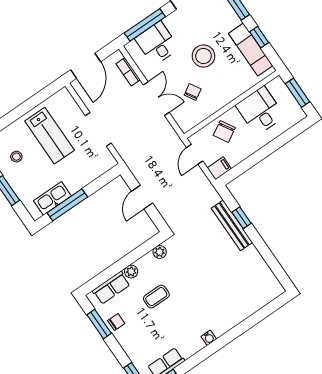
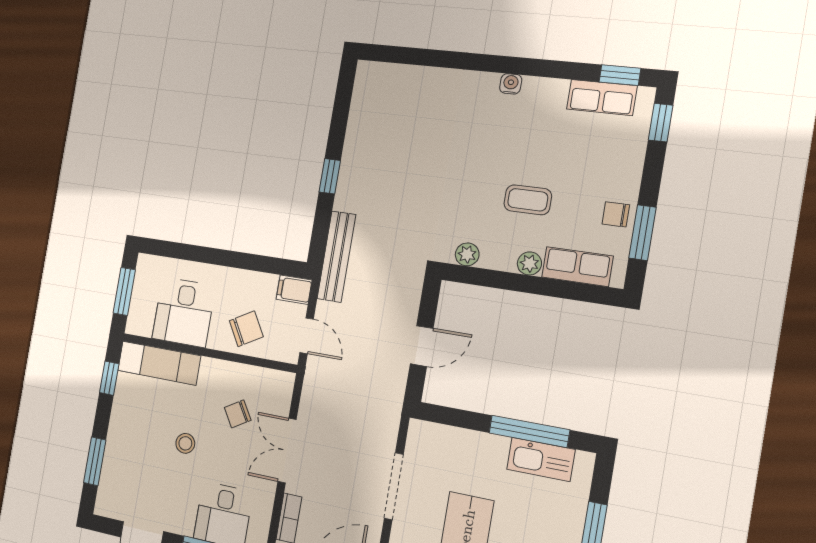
window: (259, 37) -> (109, 378), moved
exam couch: (251, 50) -> (159, 363), moved, turned 90
stool: (203, 56) -> (185, 443), width x0.53, depth x0.53
door: (195, 154) -> (307, 336), hinge flipped
window: (241, 218) -> (330, 176), moved
bench: (232, 225) -> (336, 257), moved

